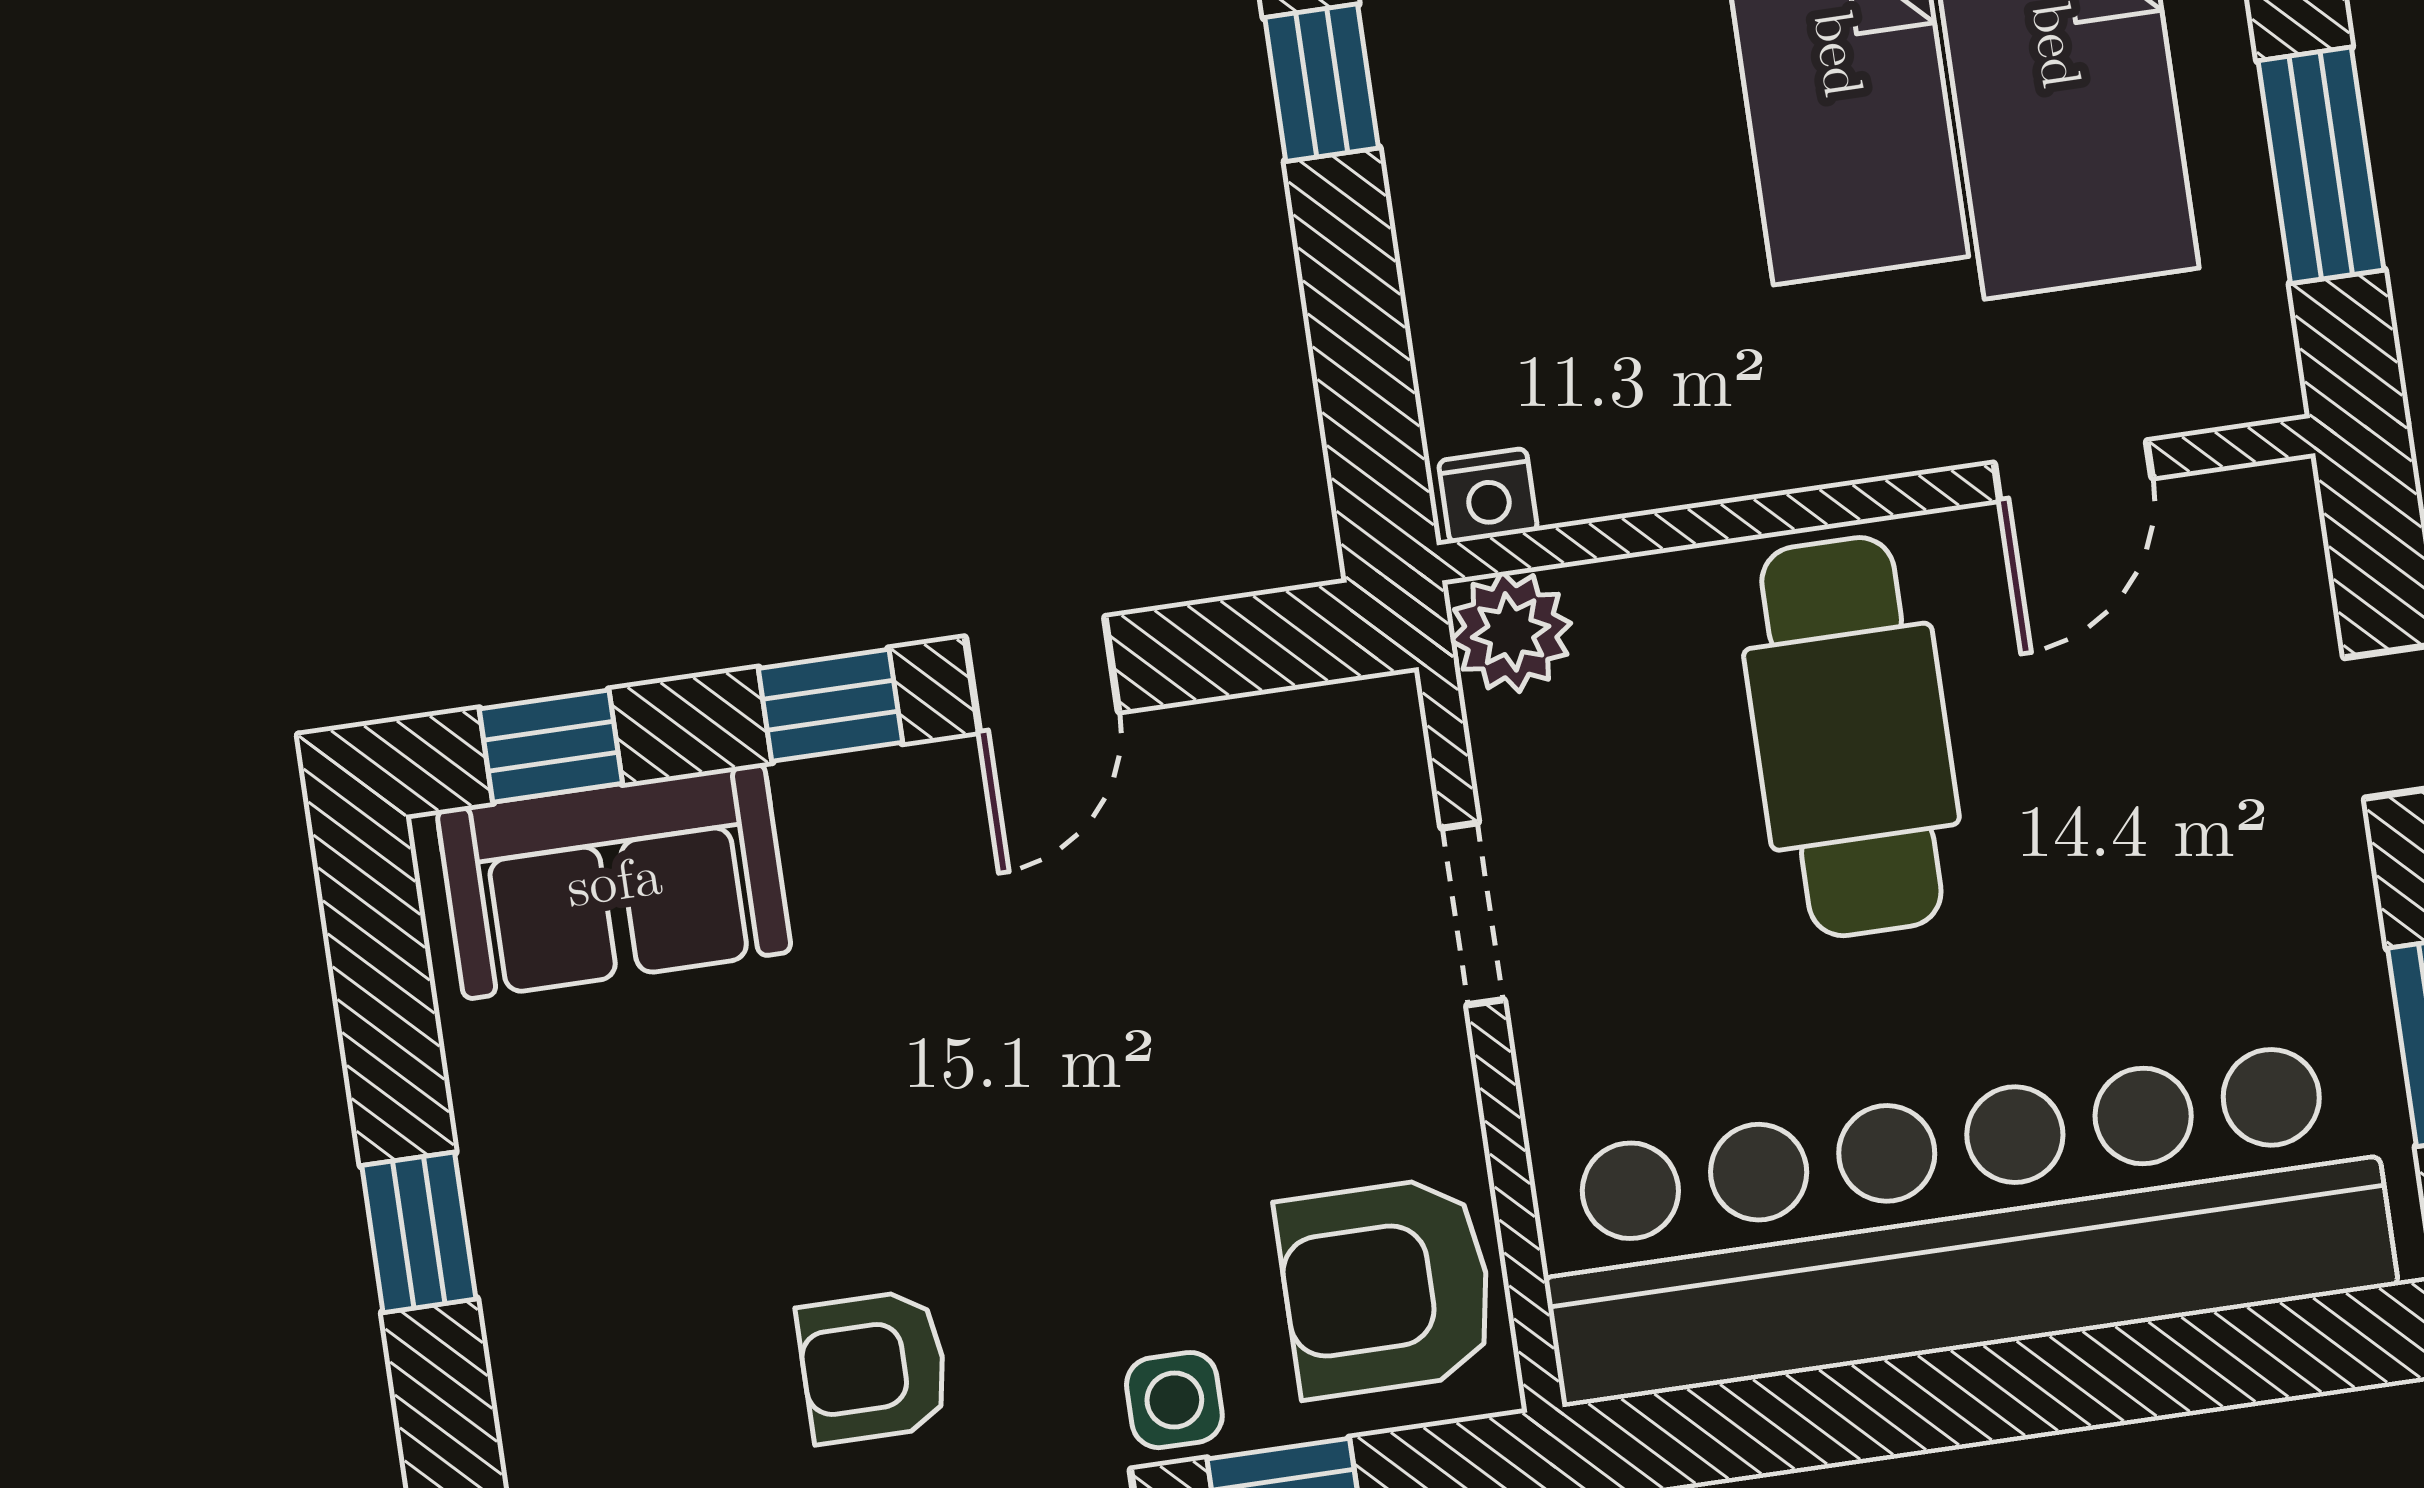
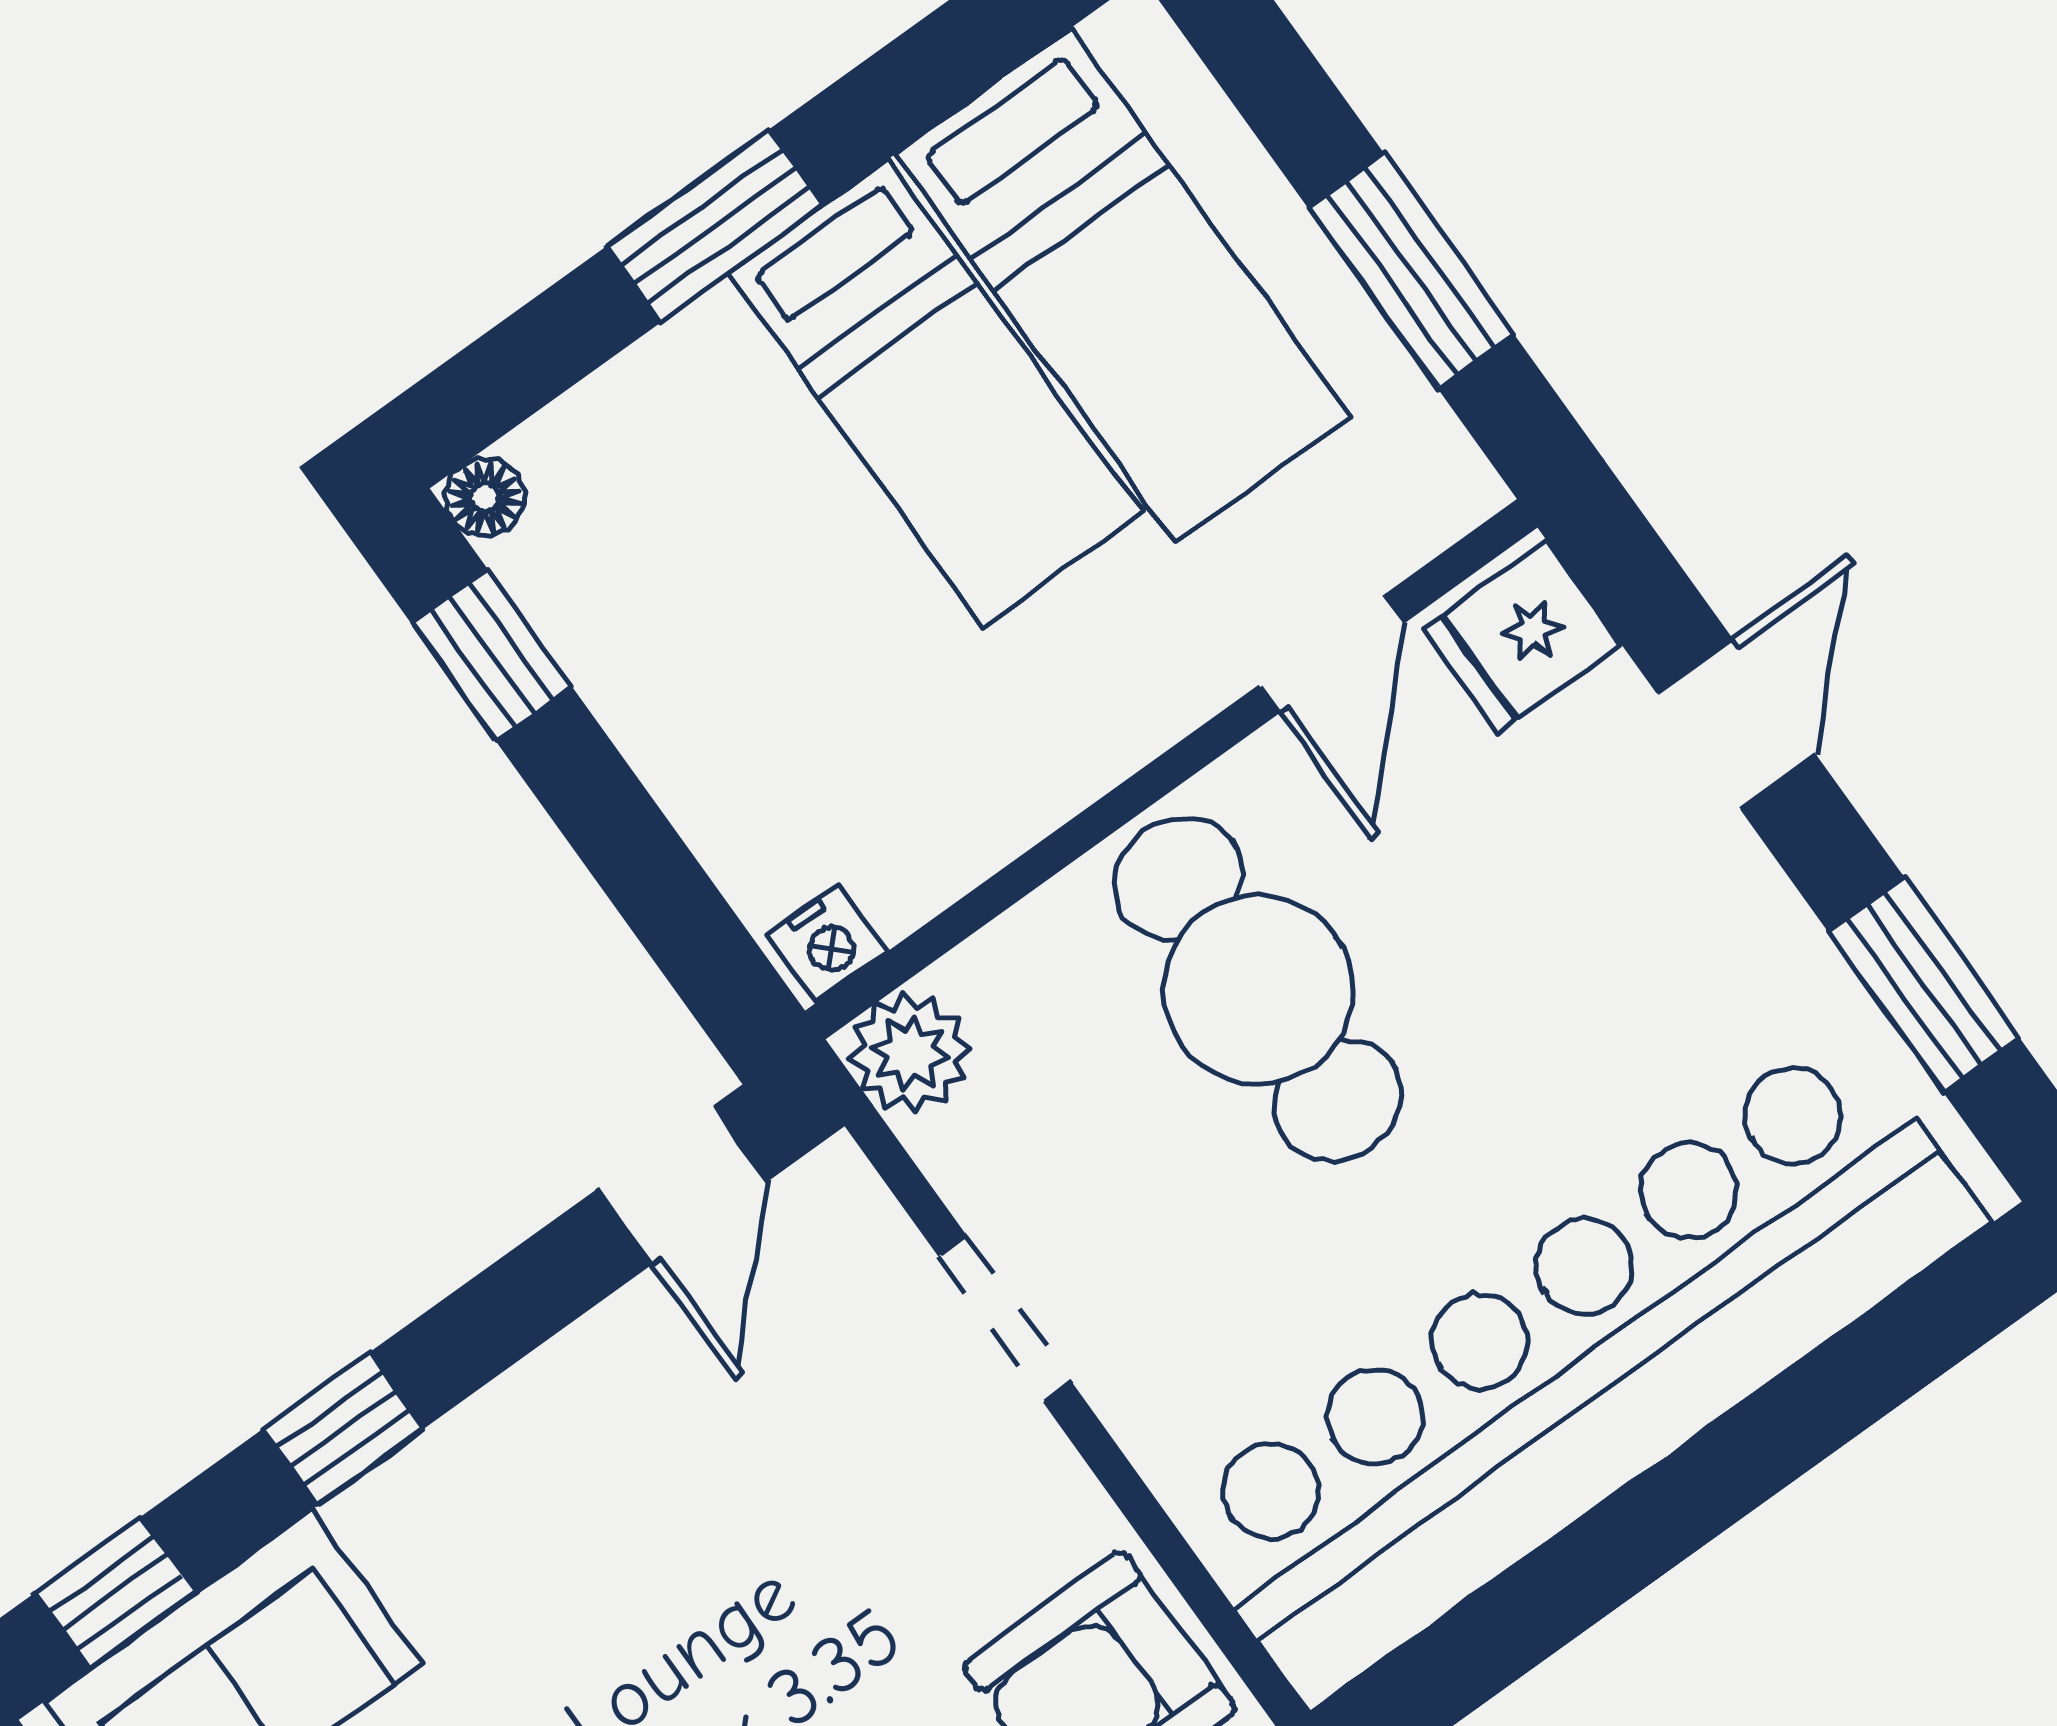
fridge: (2251, 544) -> (1523, 637), added
door: (1042, 674) -> (683, 1185), moved

